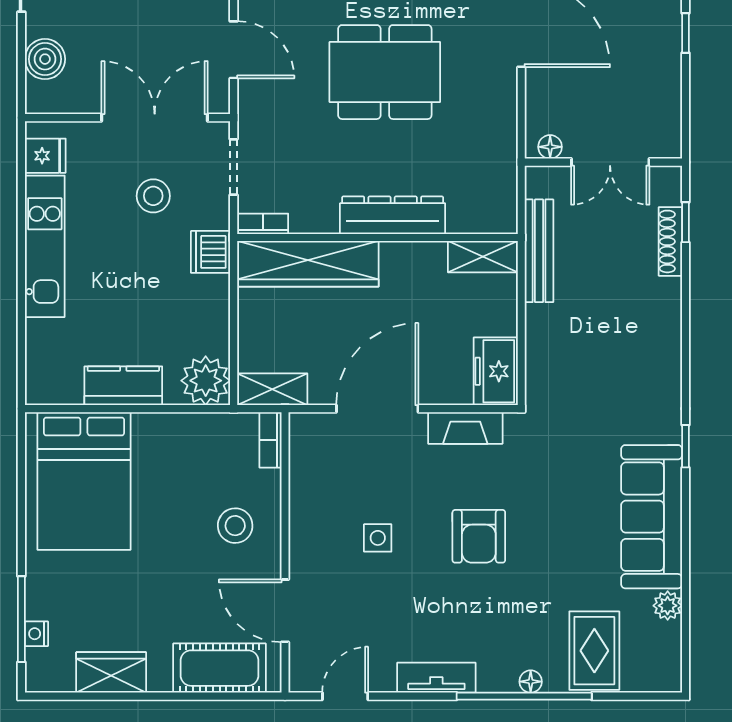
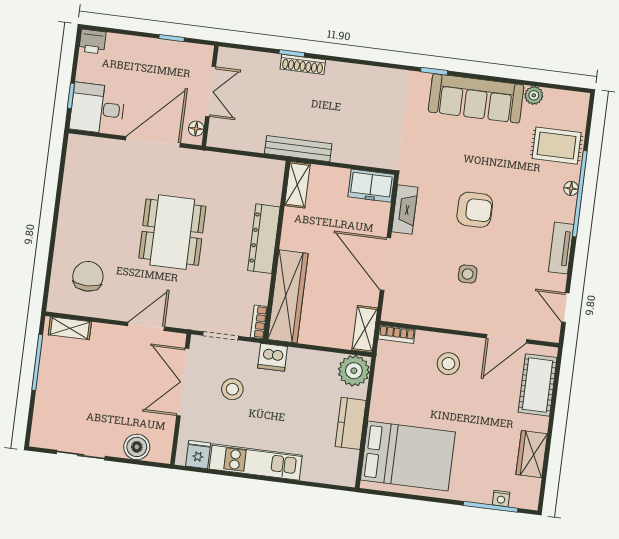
floor lamp: (550, 147) -> (196, 129), moved
wall: (603, 162) -> (210, 96), moved
double door: (610, 162) -> (211, 92), moved

